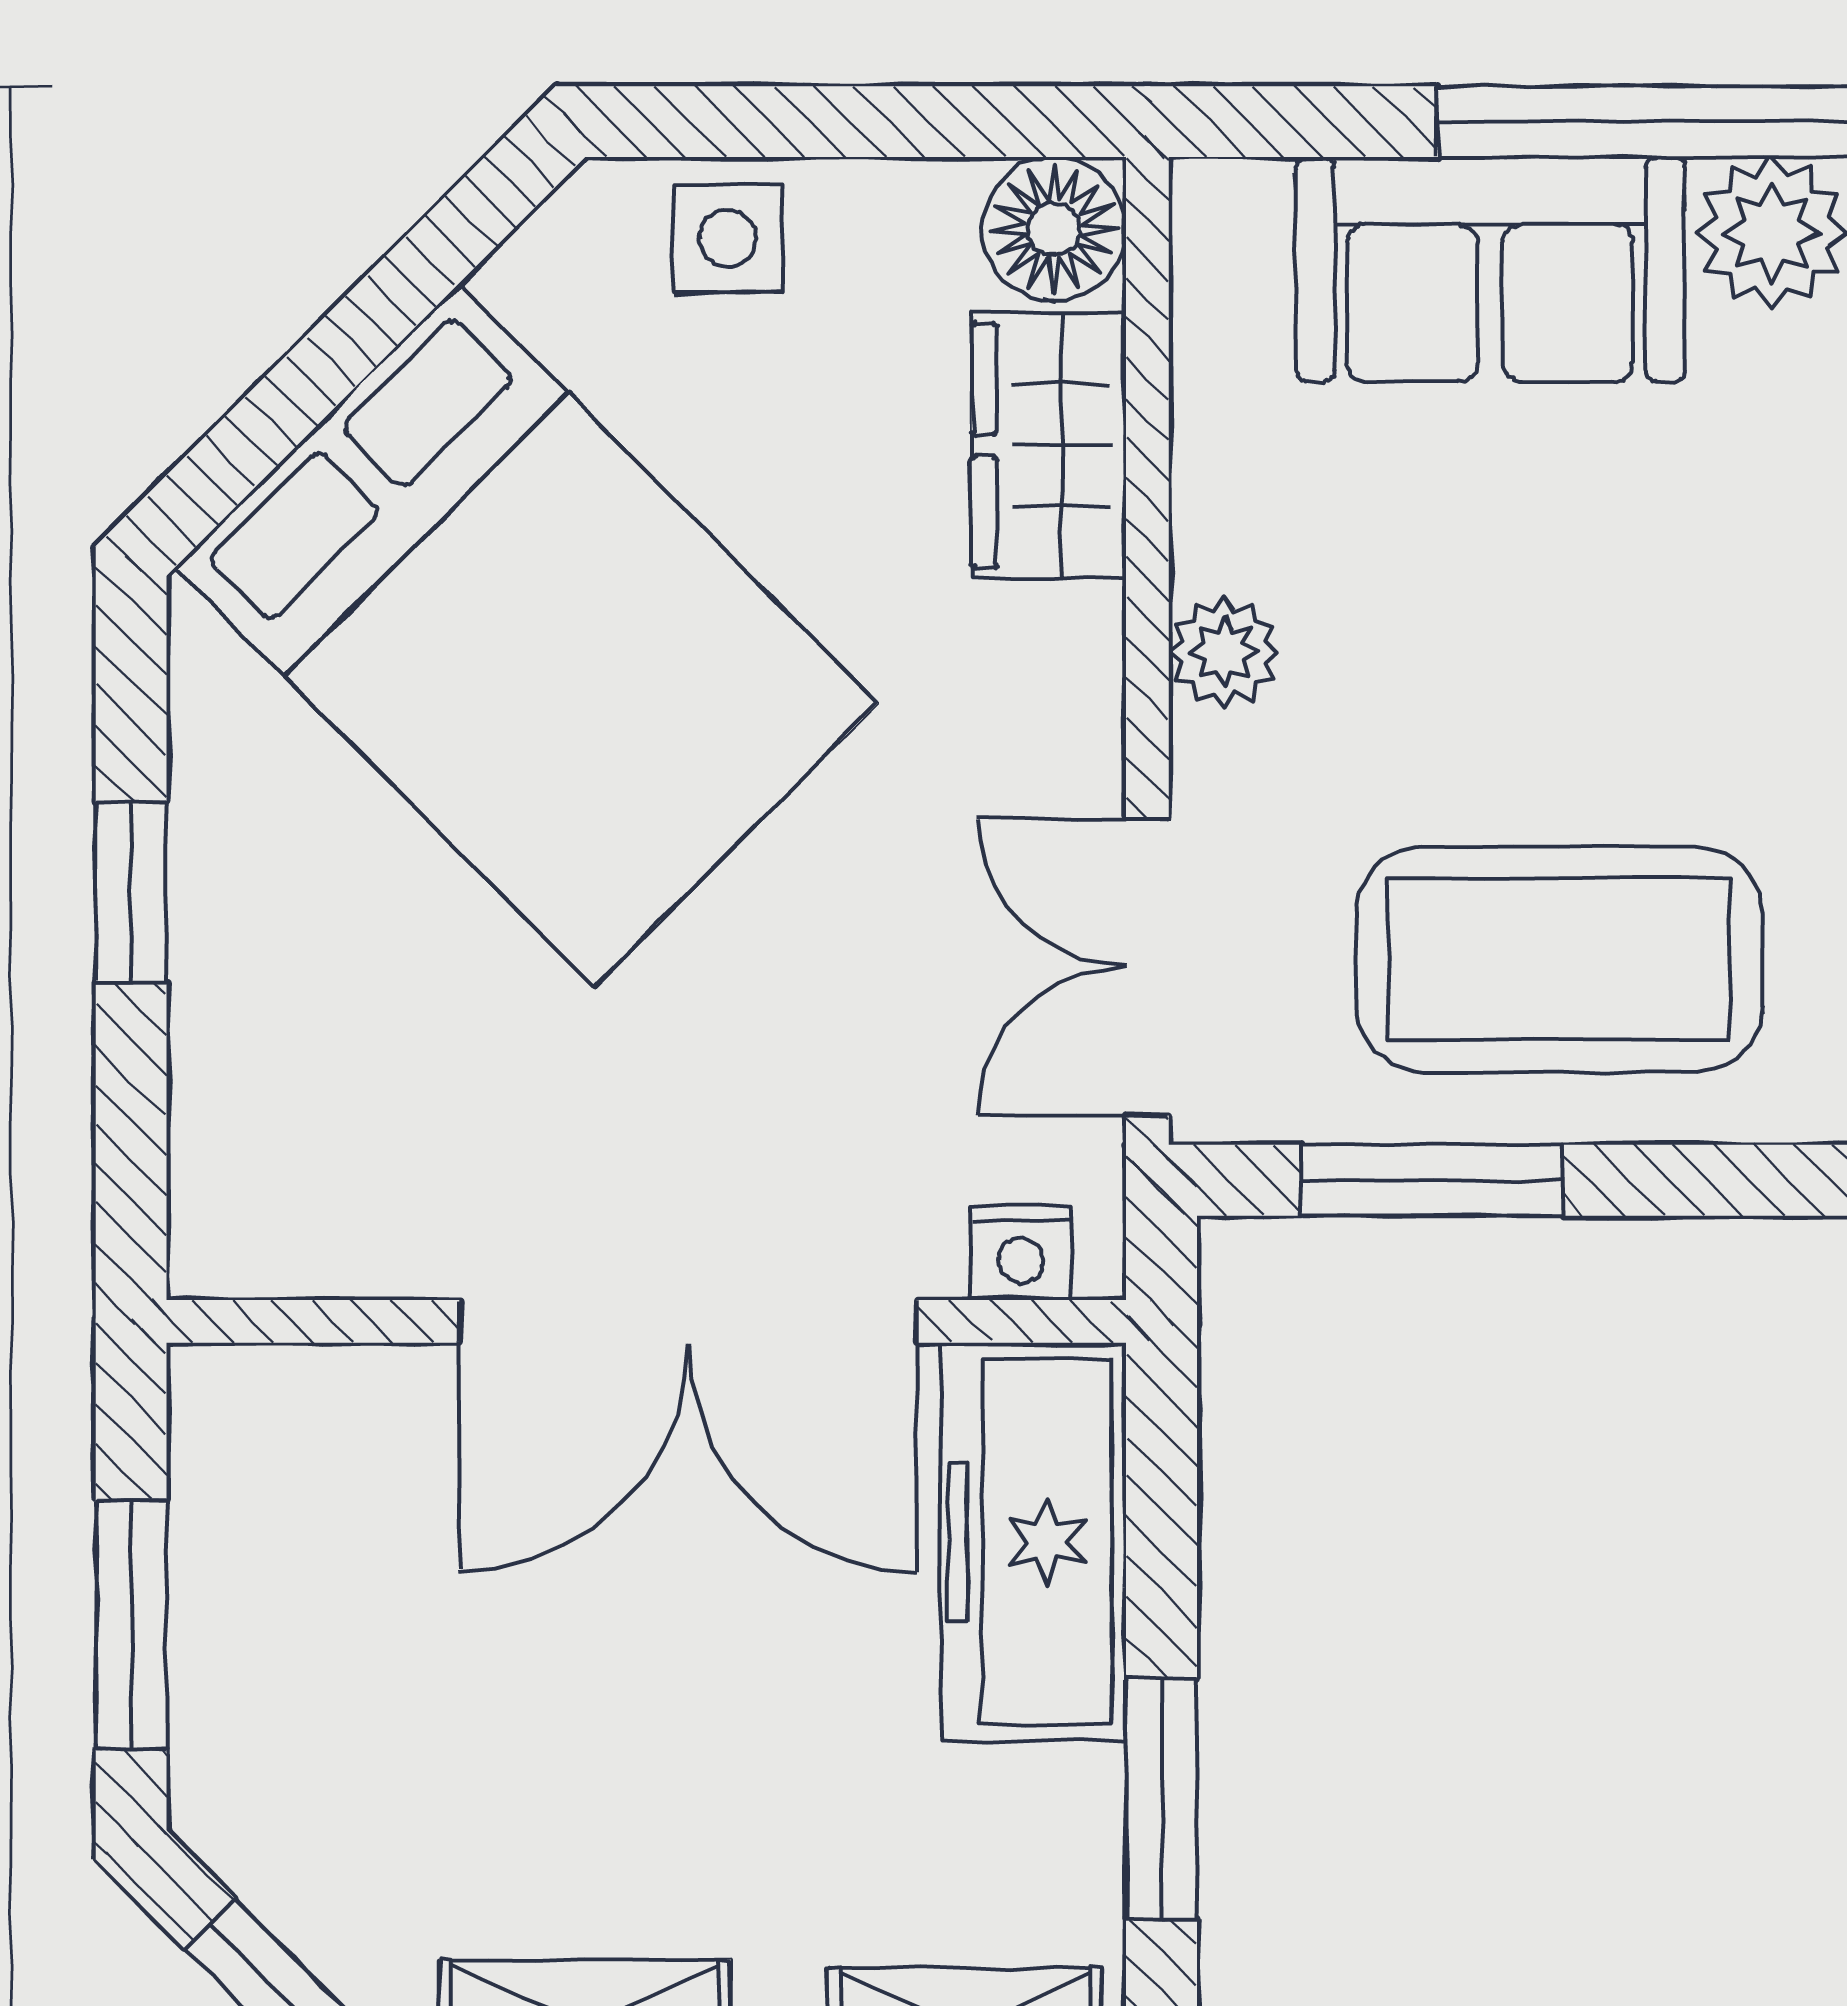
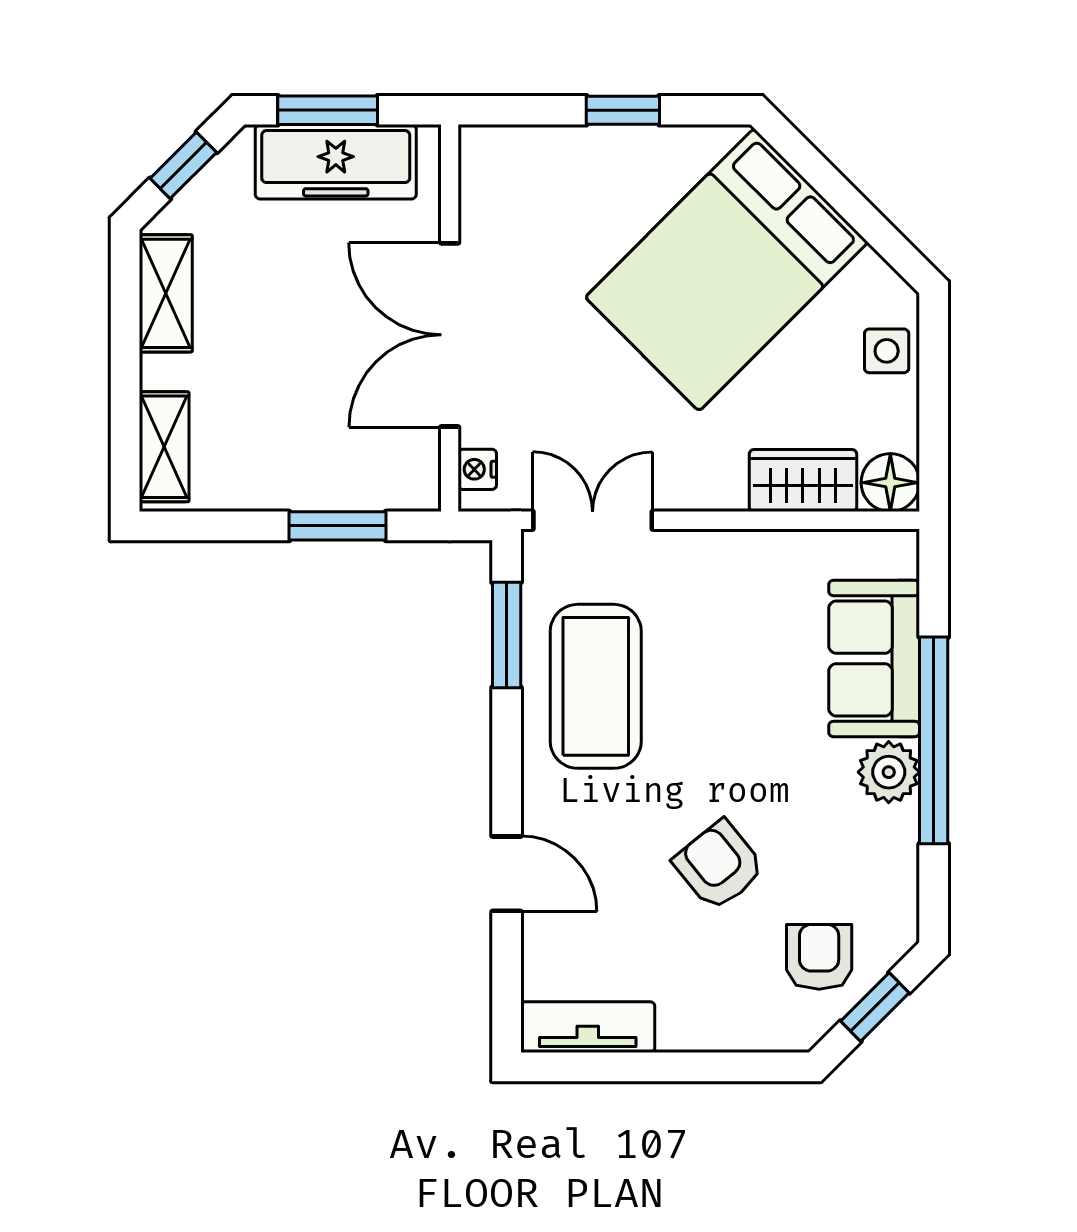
plant: (1224, 652) -> (720, 551), removed
freezer: (1034, 1542) -> (336, 162), moved, turned 180
window: (1162, 1799) -> (338, 526), moved

